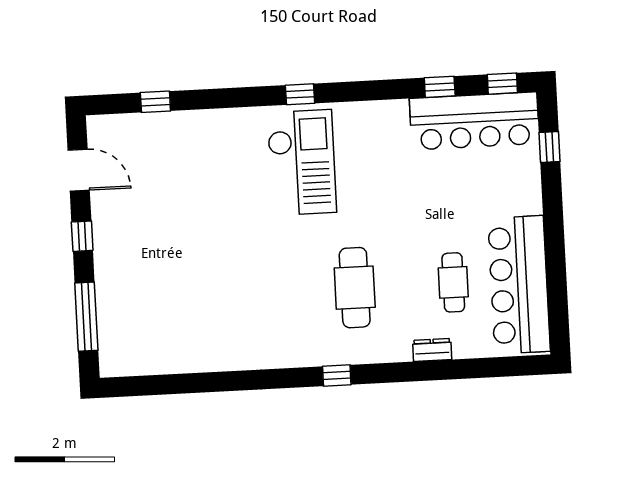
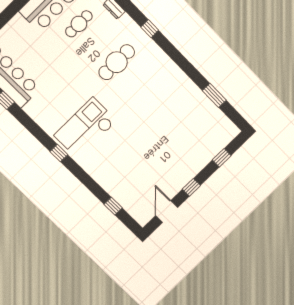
window: (86, 317) -> (222, 158), width x0.46
window: (337, 375) -> (150, 29), moved
window: (186, 383) -> (214, 95), added

